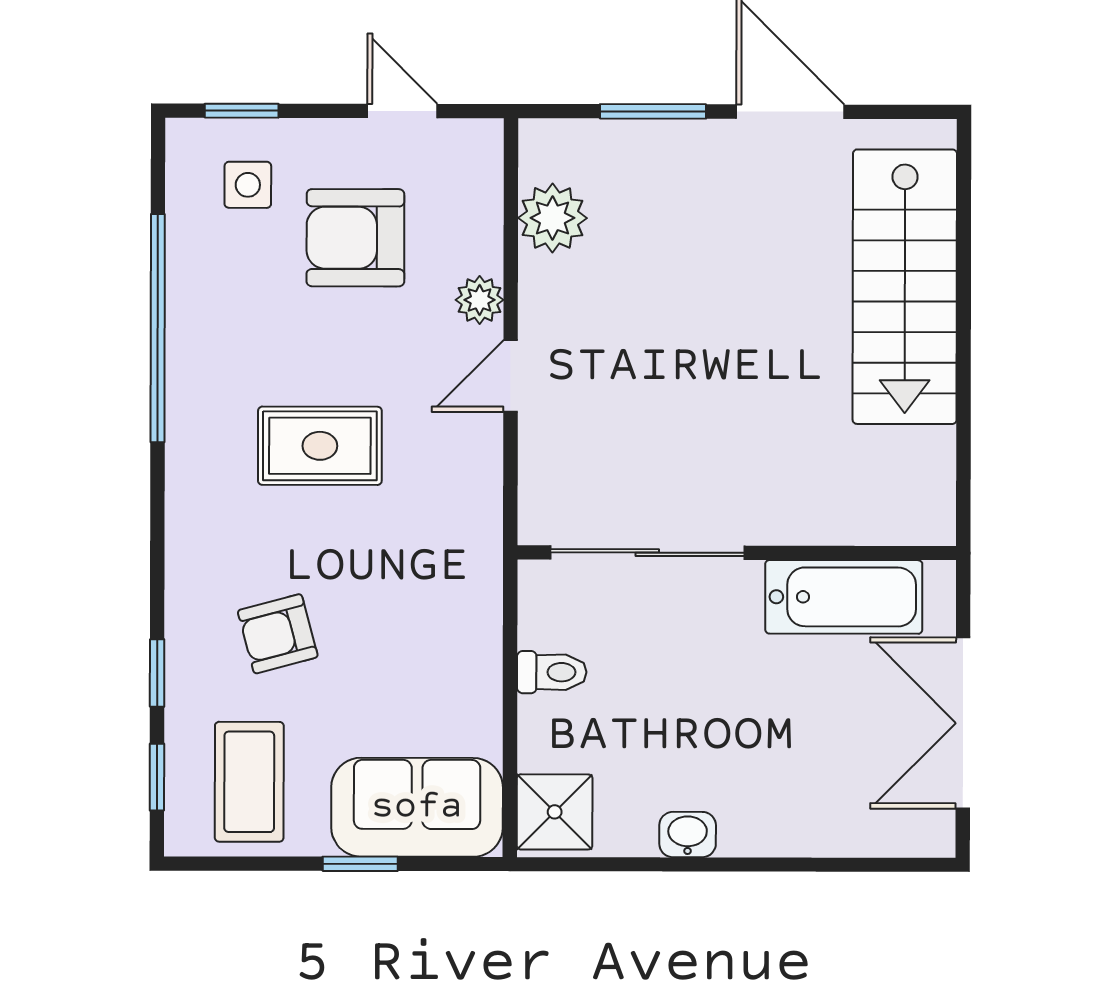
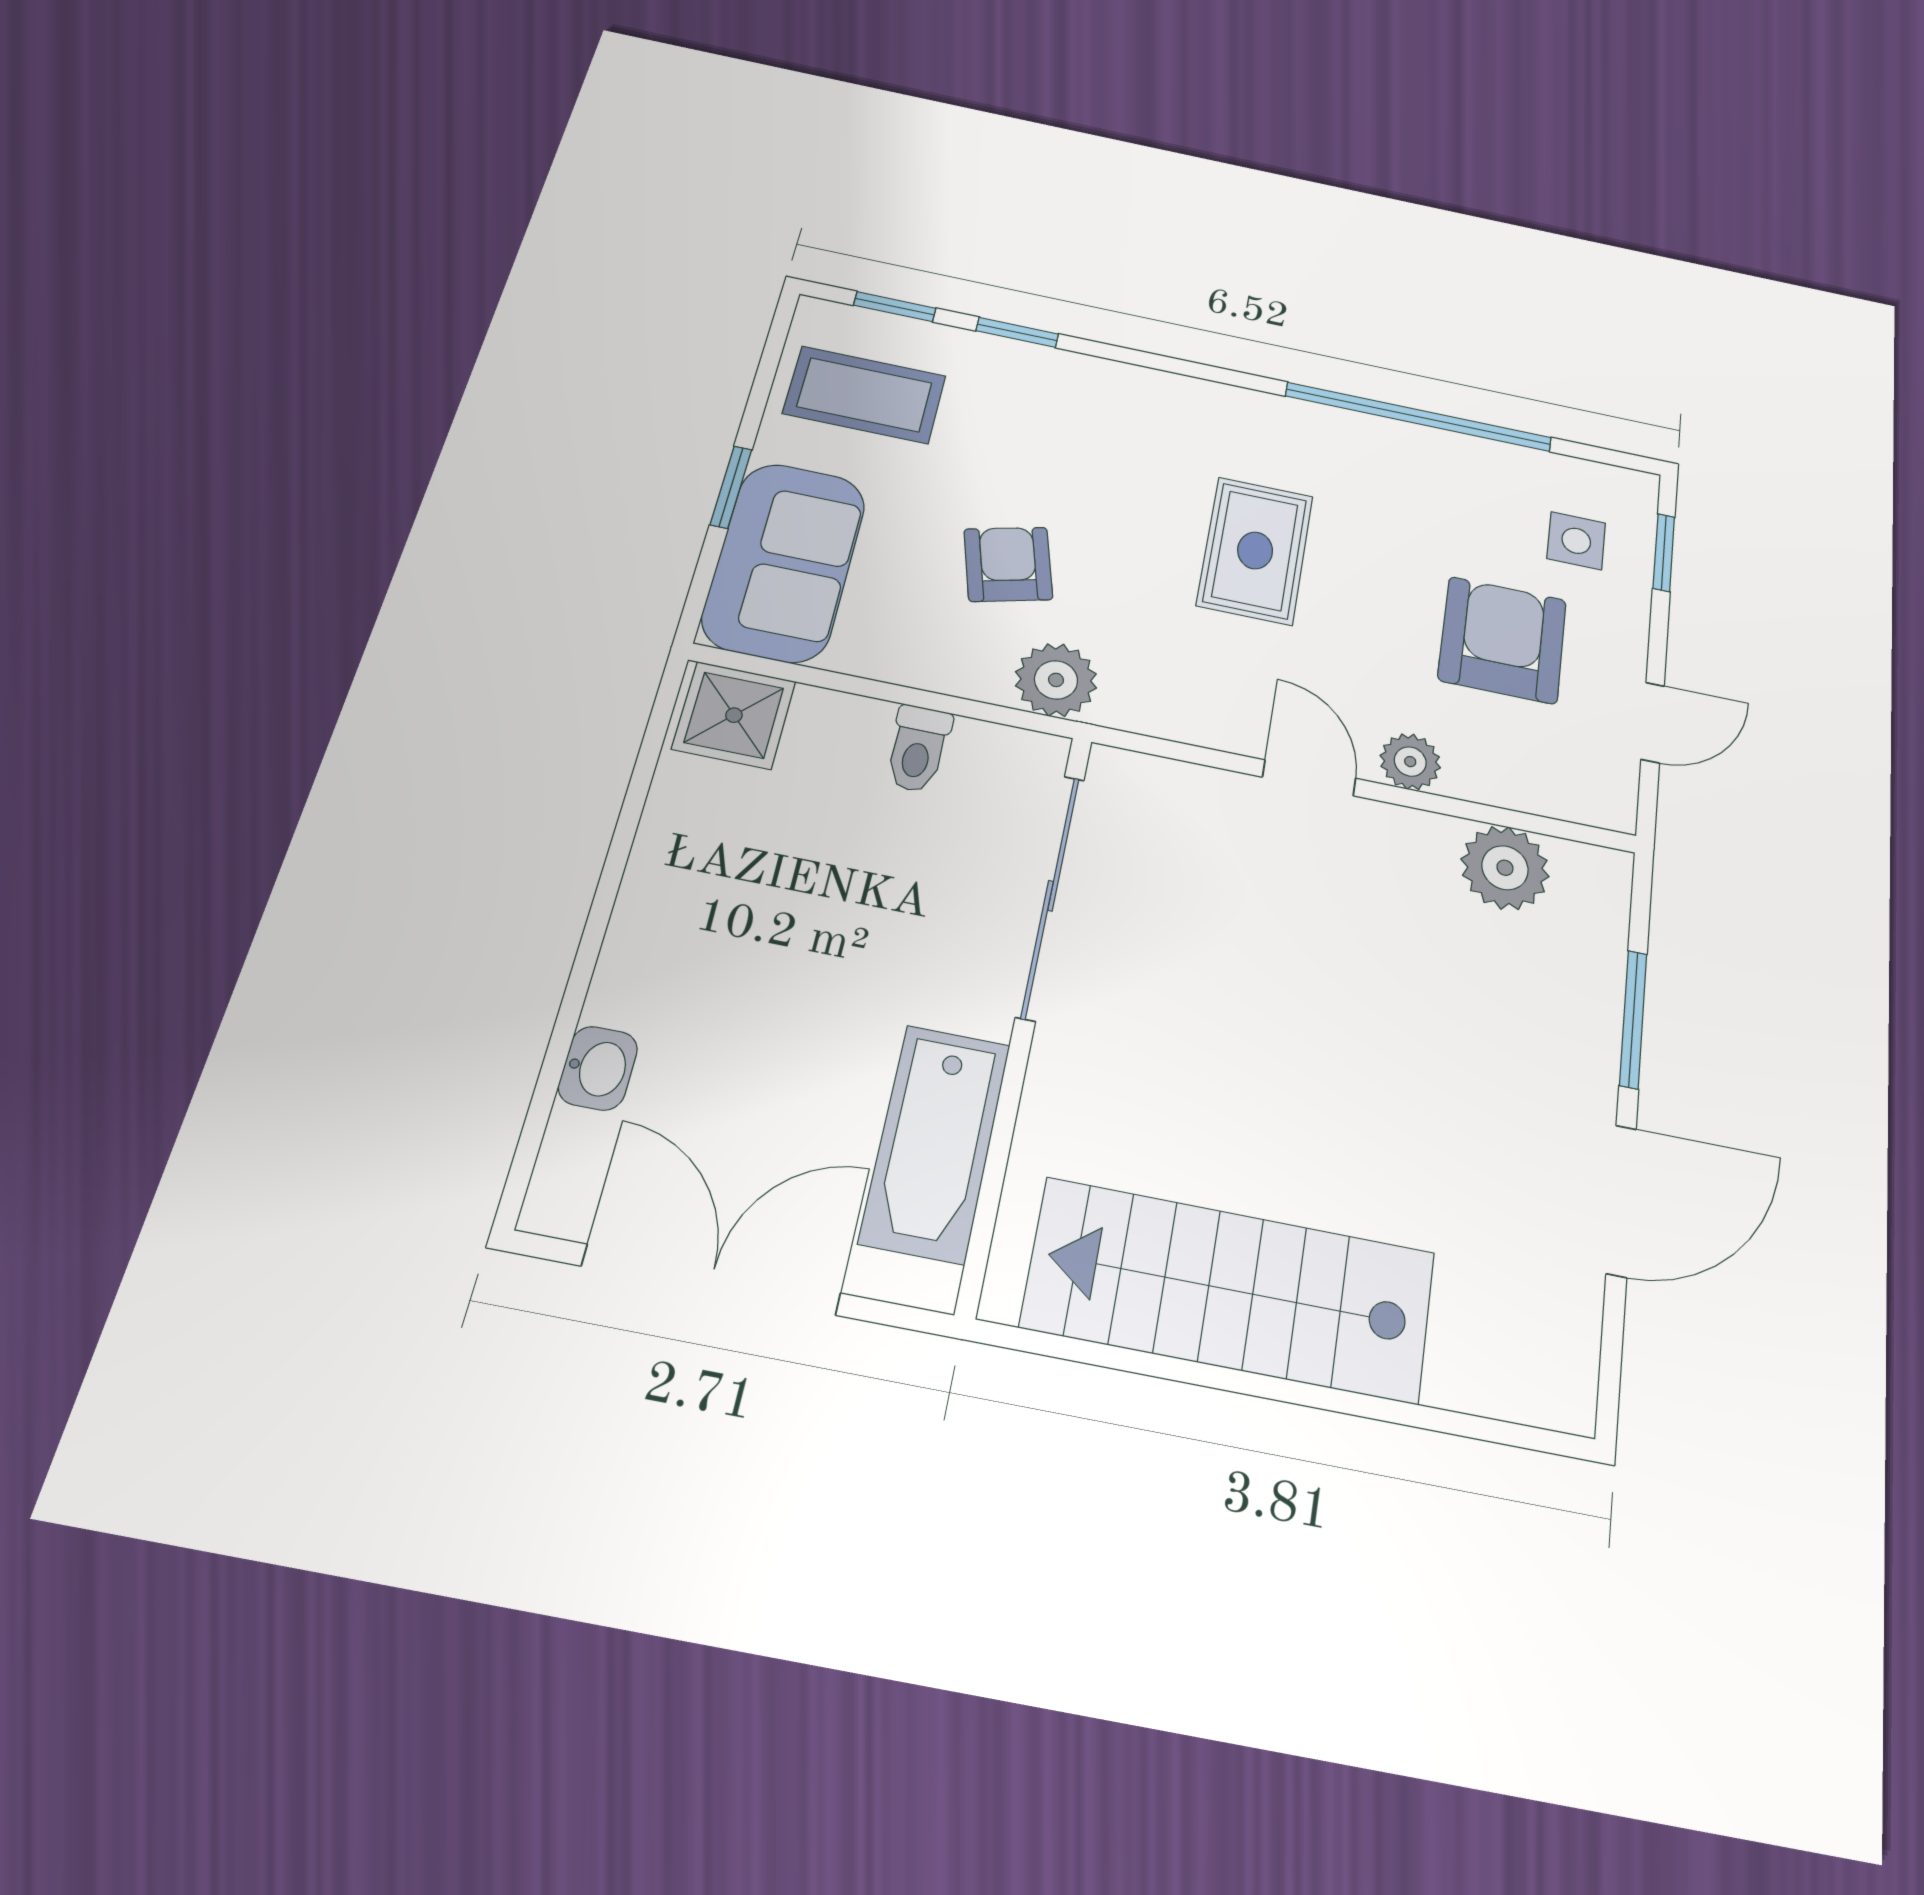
stairs: (905, 287) -> (1230, 1290), moved
plant: (471, 581) -> (1056, 680), added
armchair: (278, 634) -> (1008, 564), moved
washbasin: (688, 835) -> (598, 1068), moved

